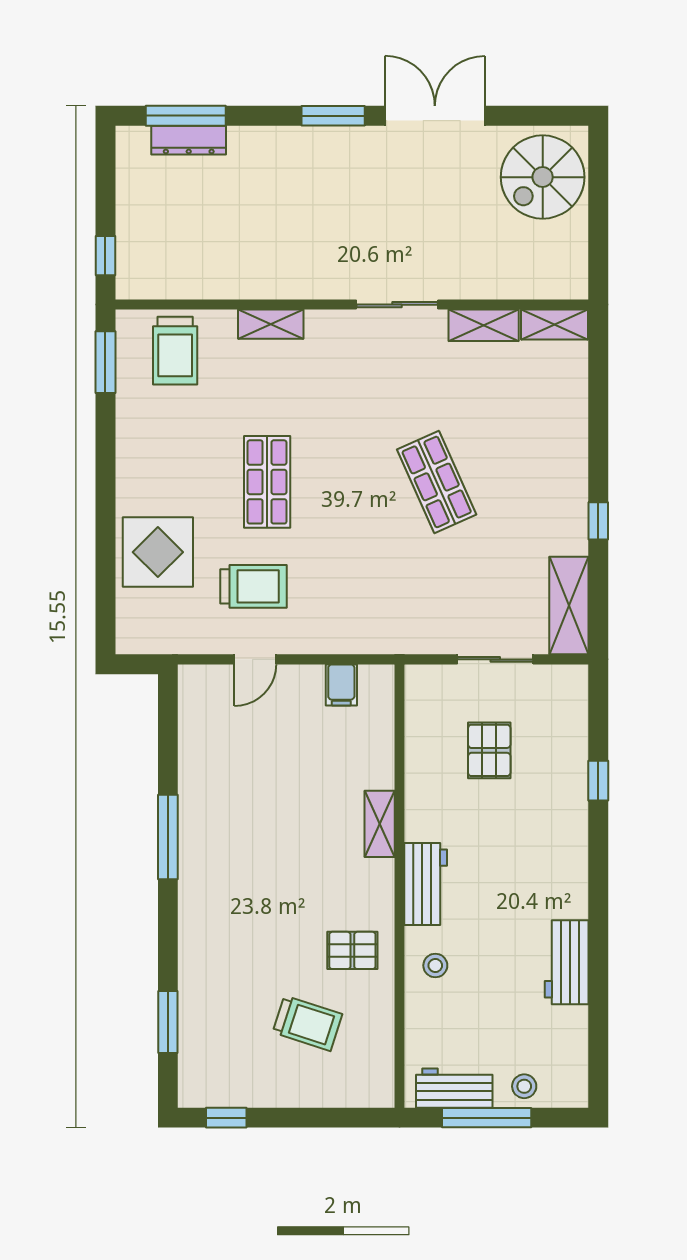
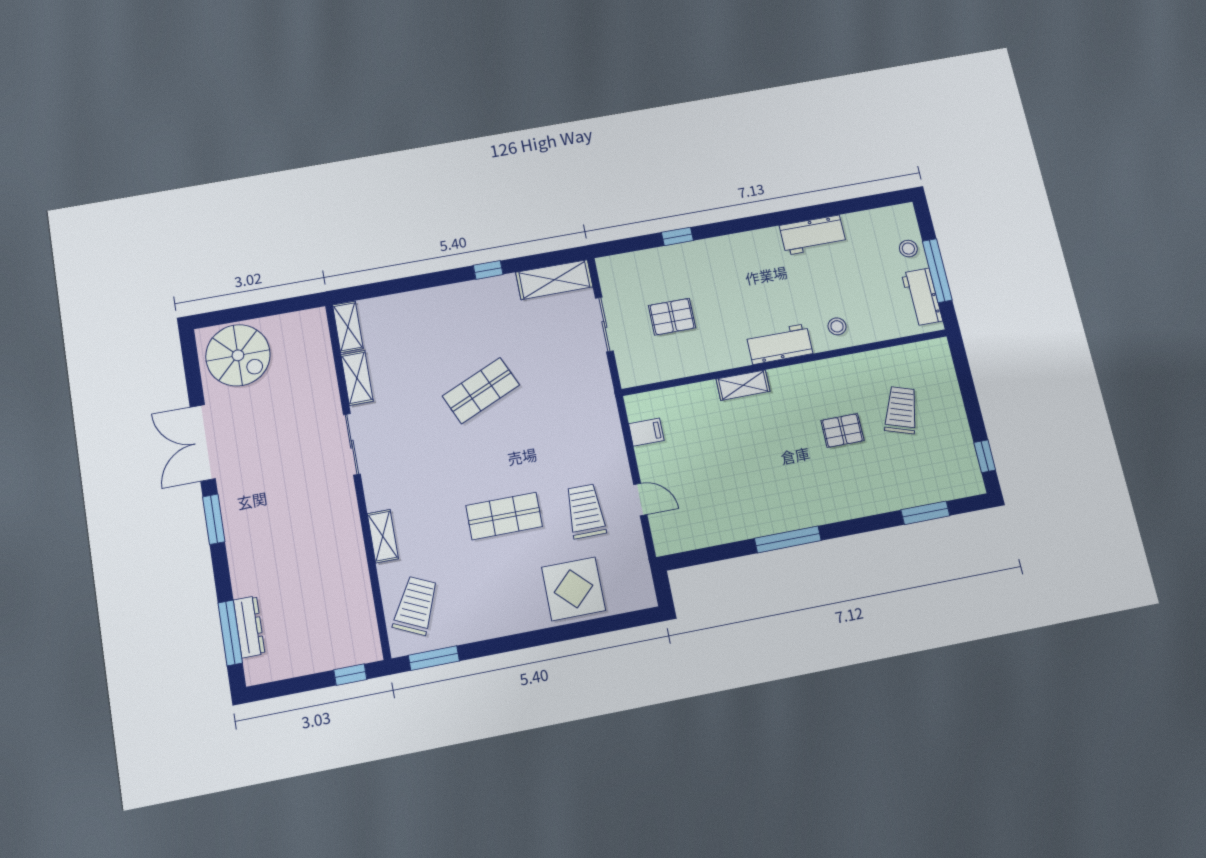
trolley: (175, 351) -> (416, 606), turned -65
pallet: (352, 950) -> (842, 431), moved, turned 90

